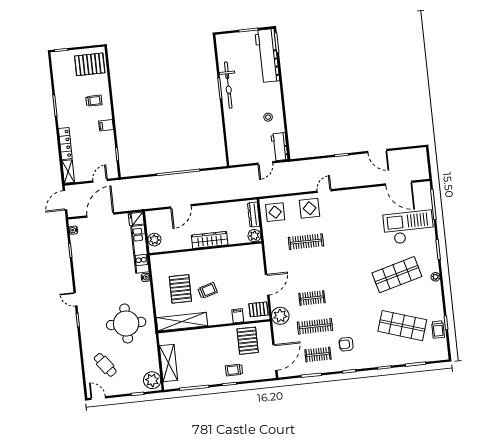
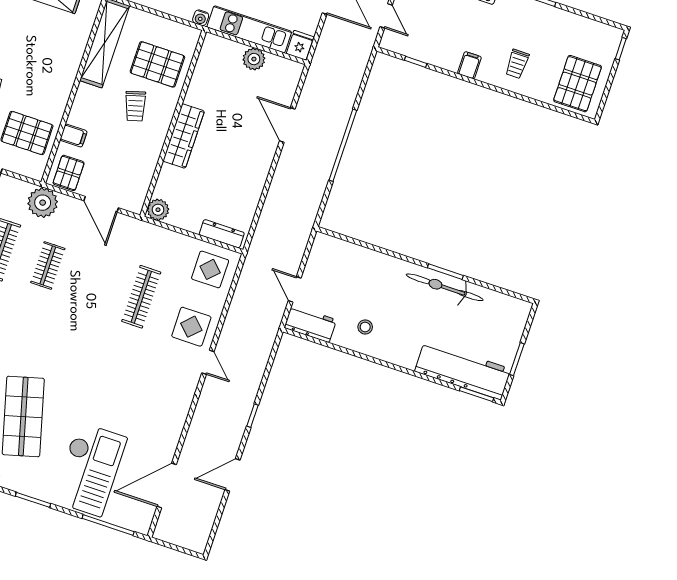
plant: (254, 236) -> (158, 210), moved
wardrobe: (210, 240) -> (184, 136), moved
wall: (205, 248) -> (173, 123), moved

